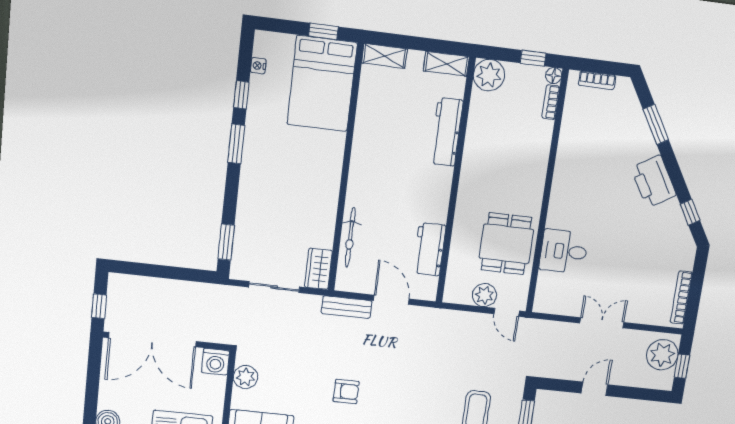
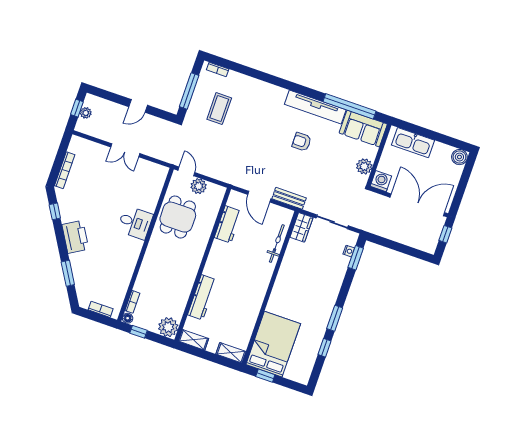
nightstand: (258, 66) -> (349, 251), moved
desk: (564, 251) -> (135, 223), moved
bookcase: (681, 297) -> (65, 170), moved
plant: (662, 355) -> (86, 113), width x0.53, depth x0.53

